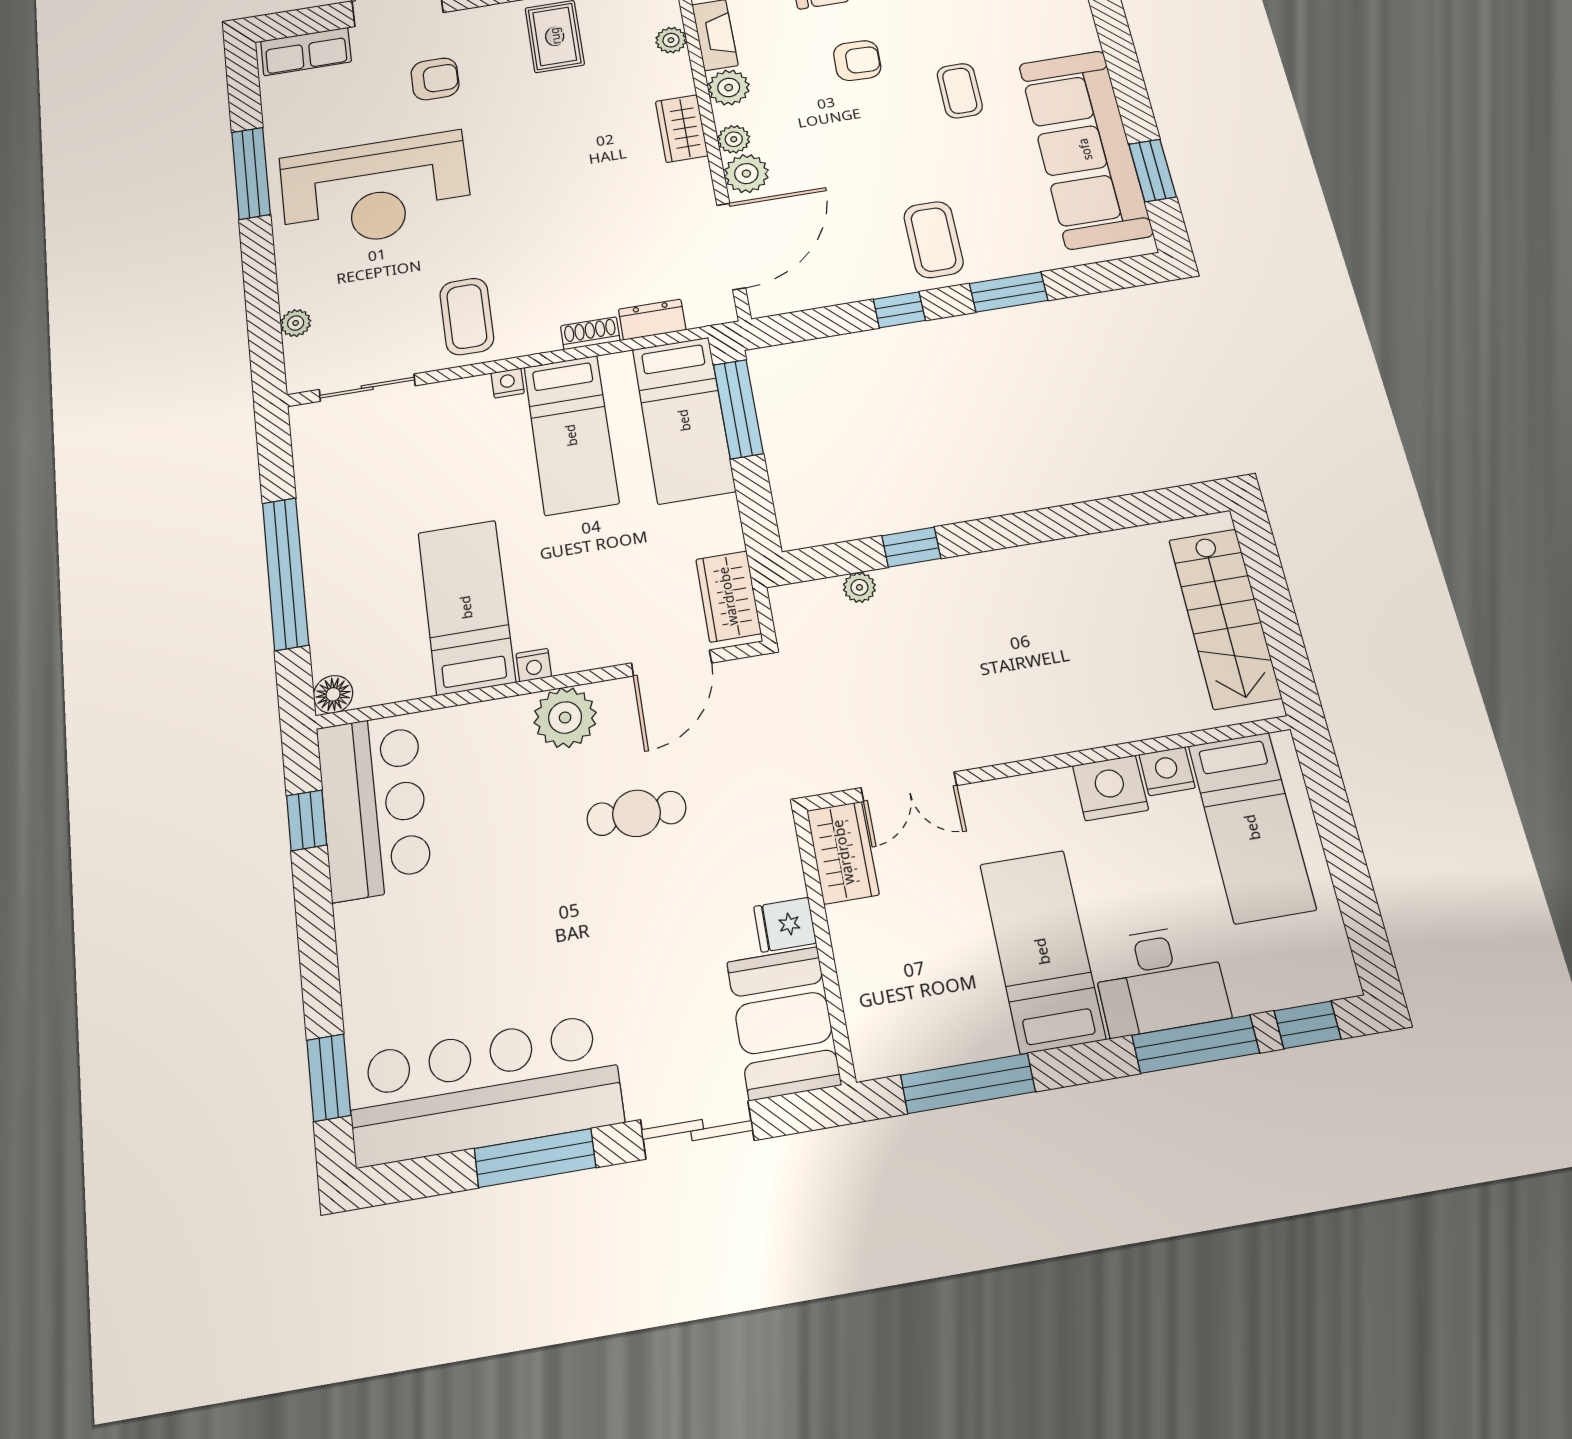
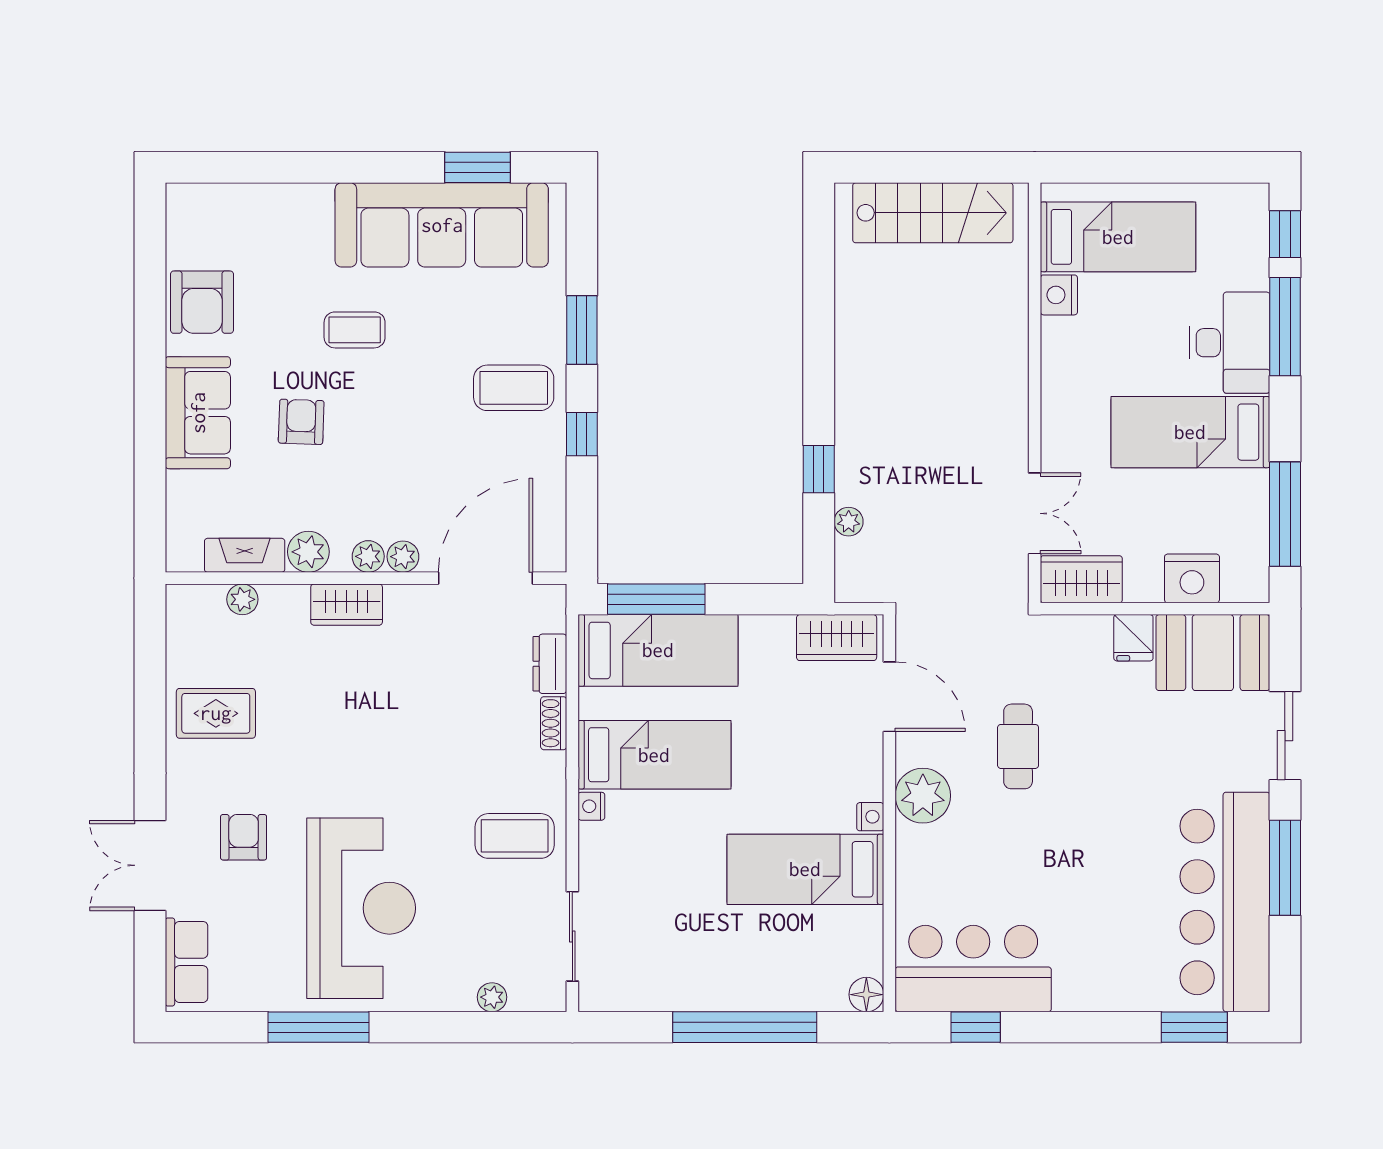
plant: (746, 174) -> (403, 557), width x0.73, depth x0.73
door: (731, 246) -> (486, 578), hinge flipped
nightstand: (1110, 788) -> (1192, 578), moved, turned -90

